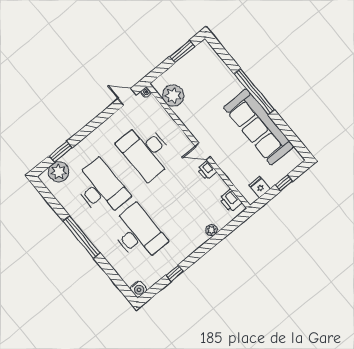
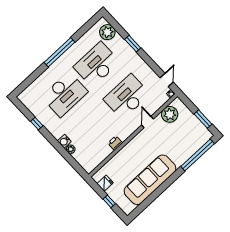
window: (254, 92) -> (198, 155), moved
door: (203, 151) -> (147, 122), moved
window: (61, 152) -> (133, 44), moved
desk: (101, 189) -> (97, 64), turned 180
printer: (231, 201) -> (94, 162), removed
water cooler: (138, 289) -> (64, 141), moved

